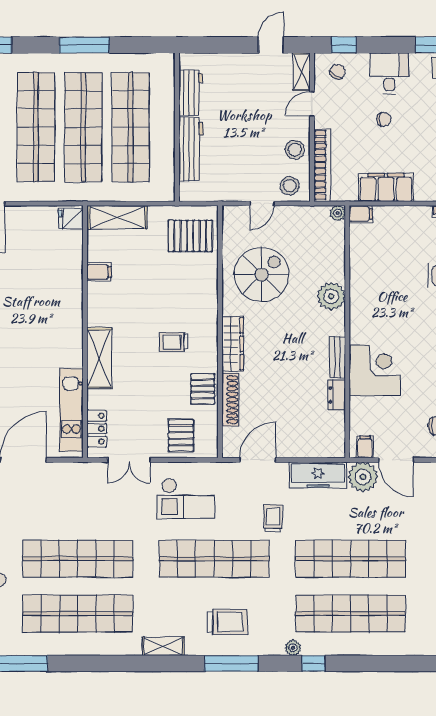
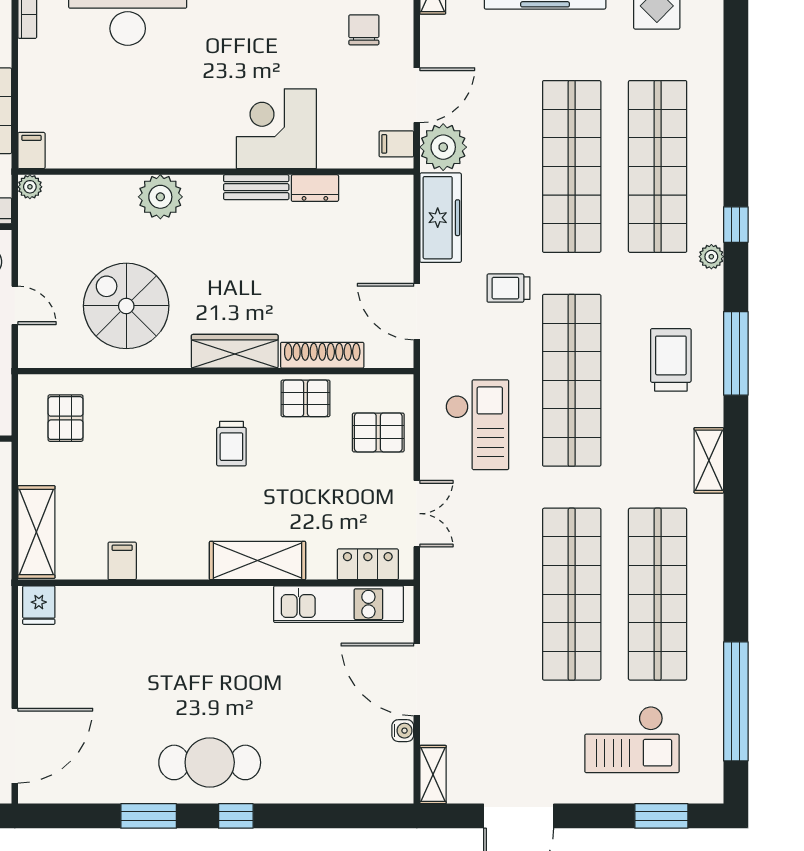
pallet: (190, 236) -> (66, 418), width x0.67, depth x0.71

